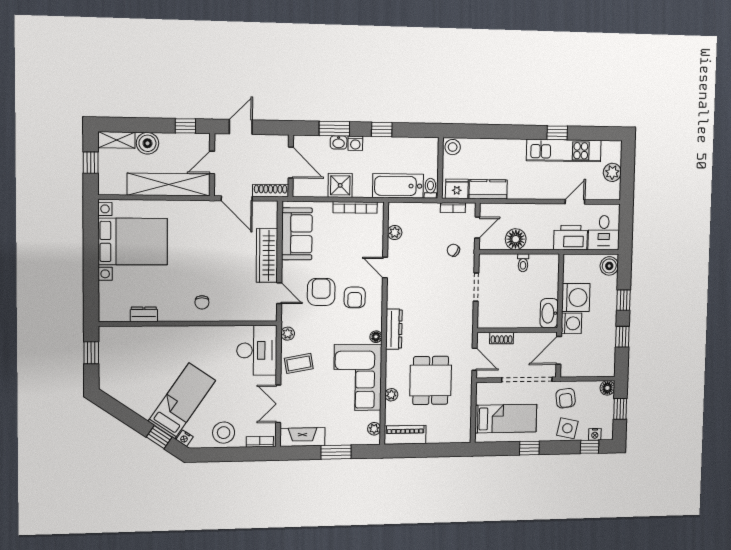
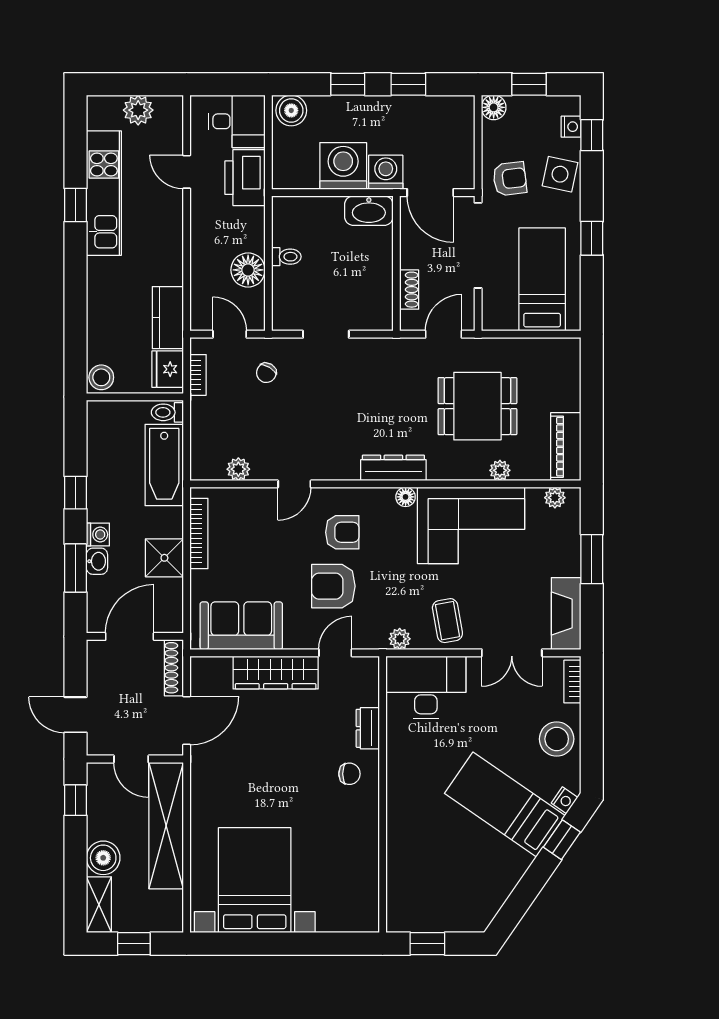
dresser: (144, 314) -> (368, 728), moved

